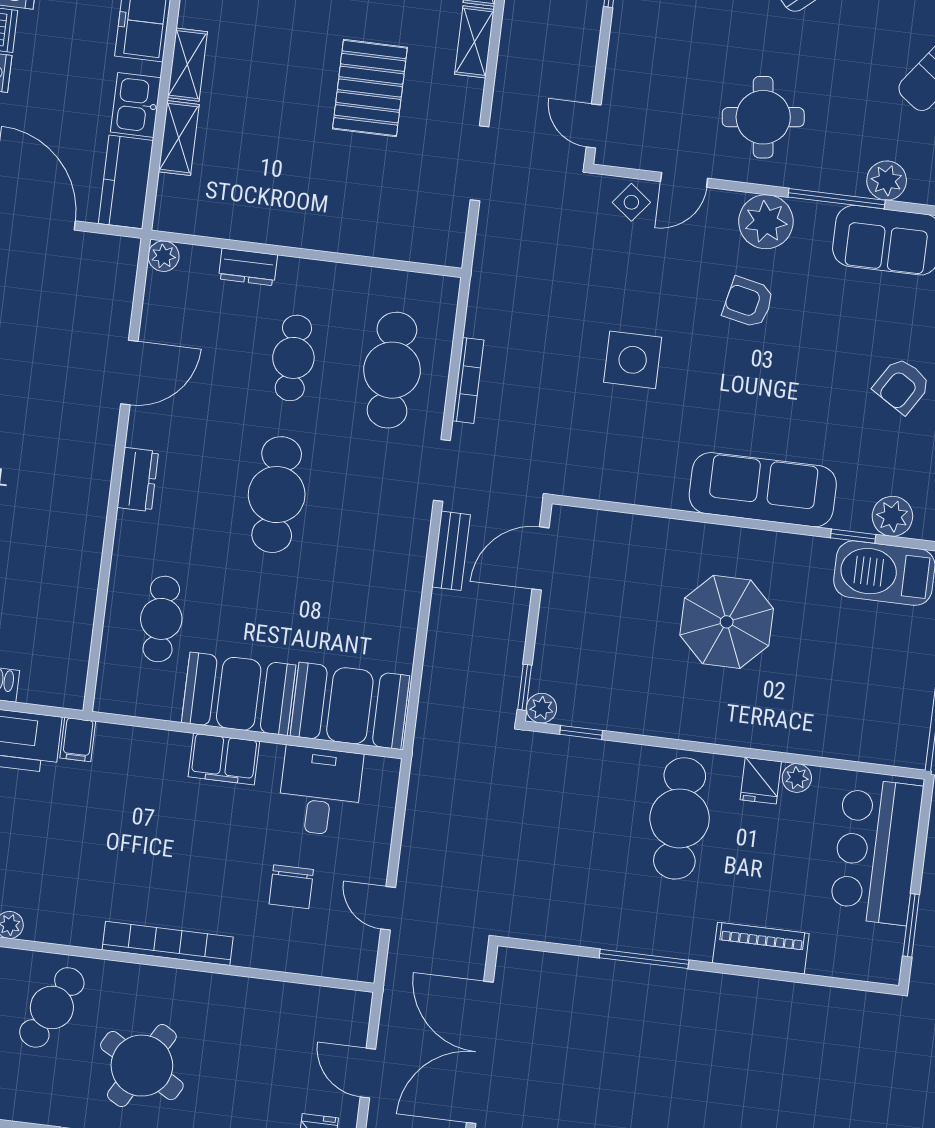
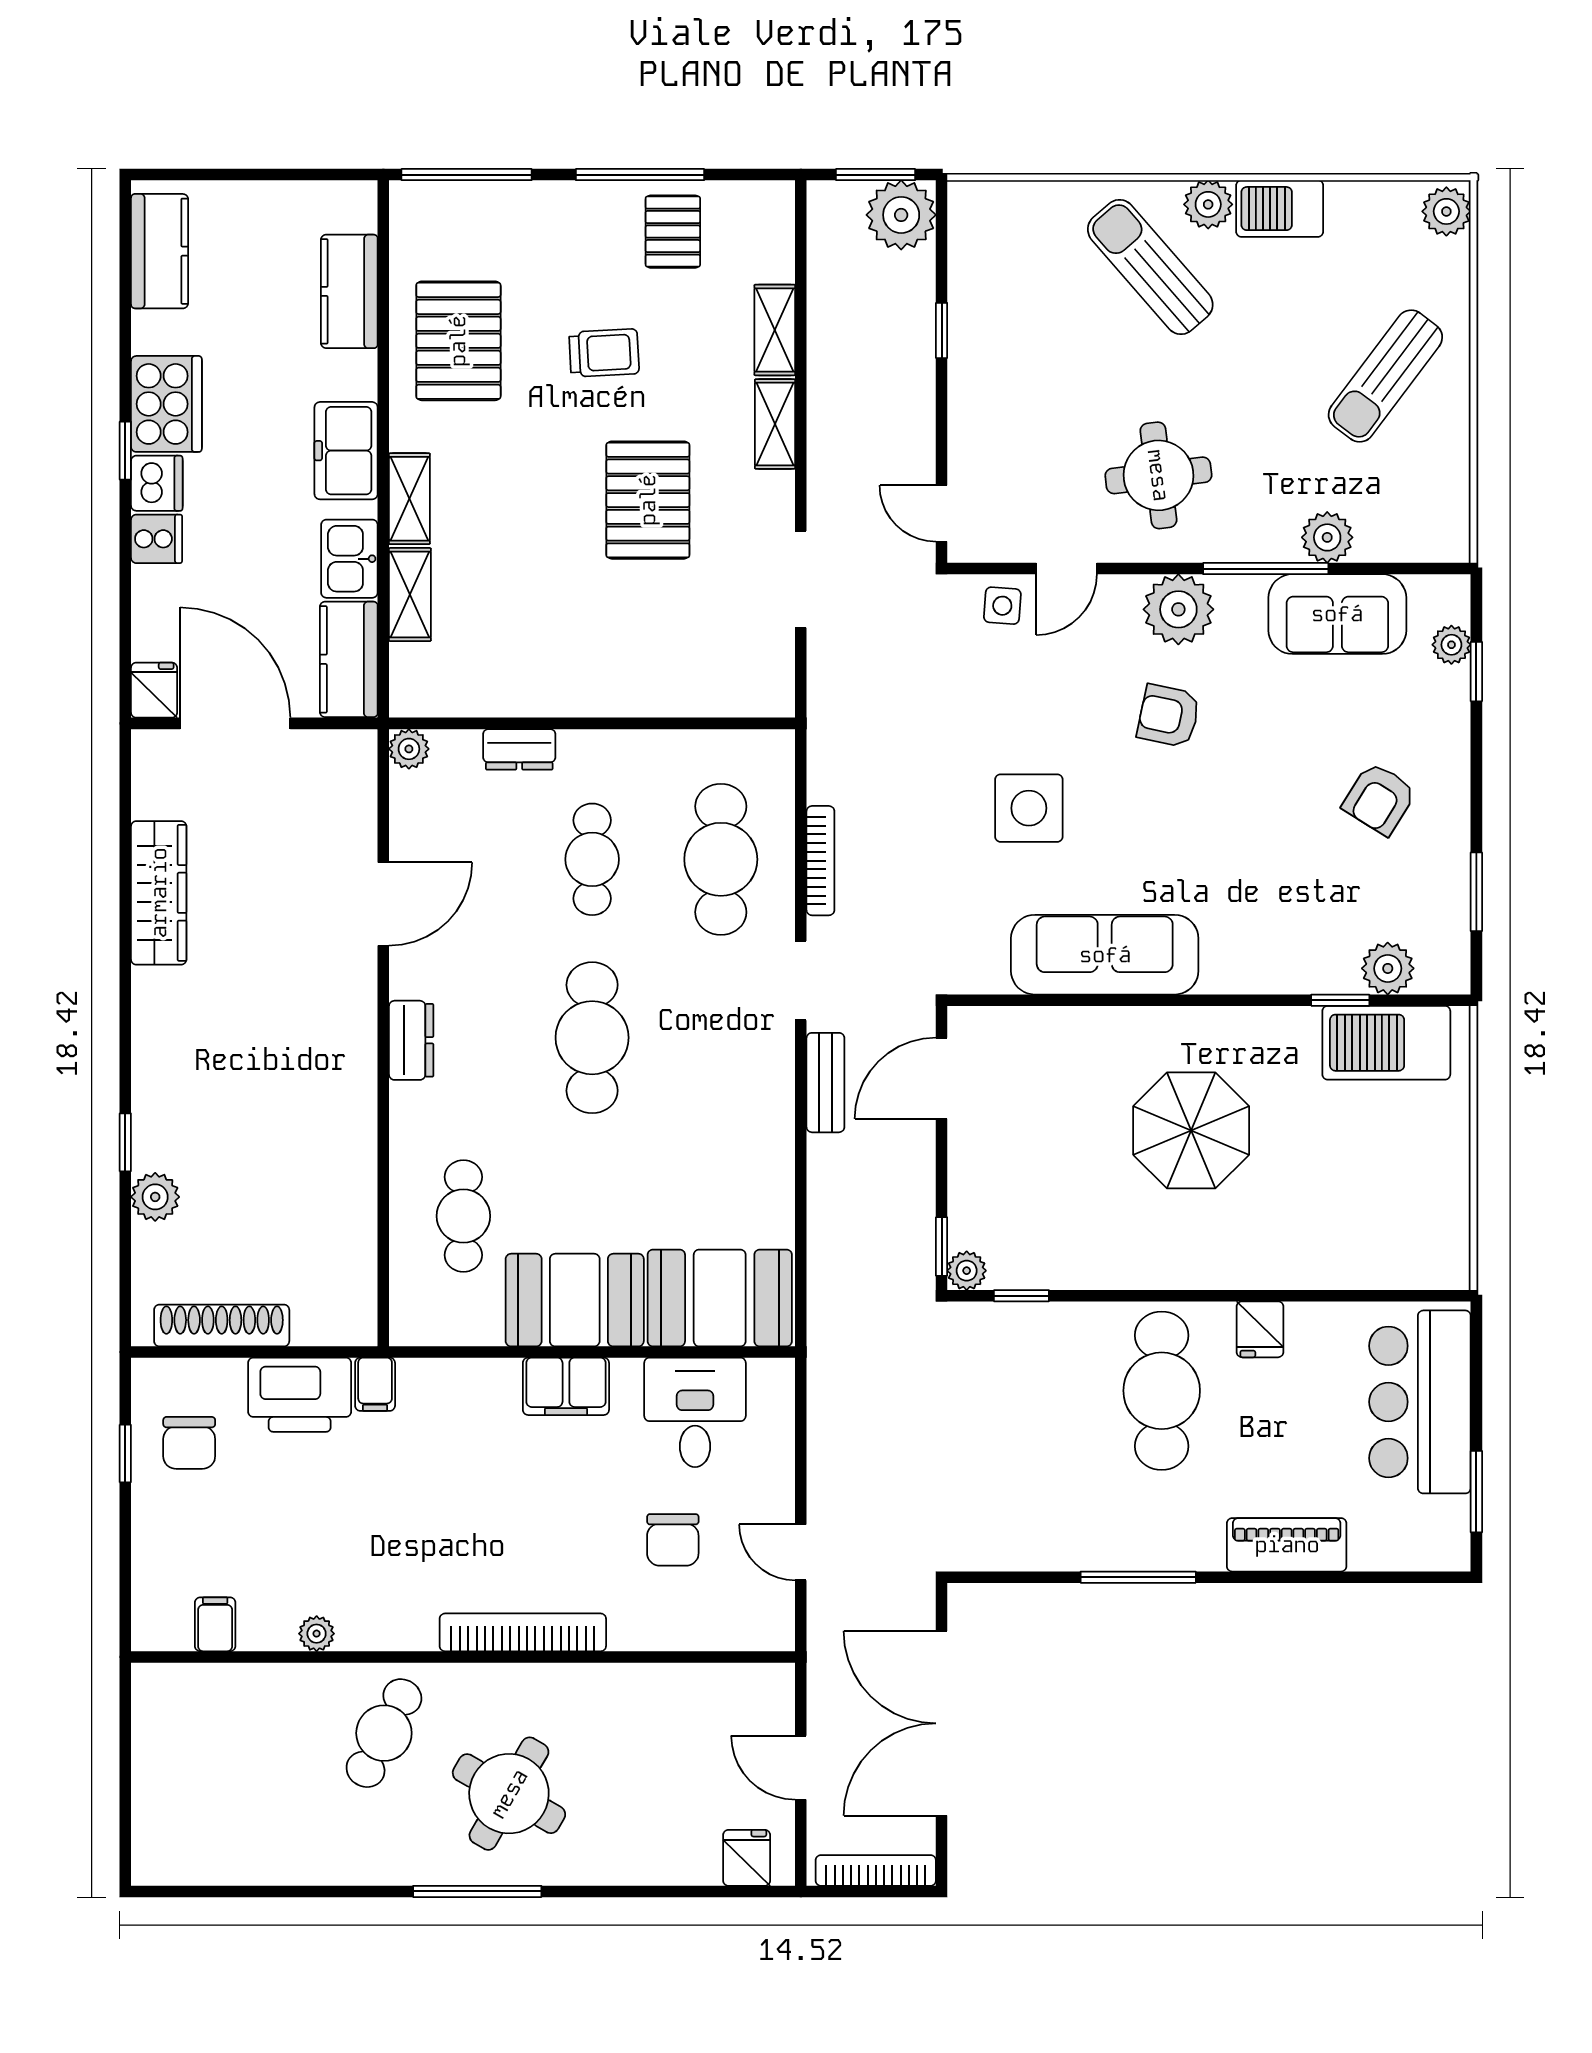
side table: (631, 202) -> (1002, 606), turned -34
sofa: (763, 490) -> (1105, 955), moved
plant: (797, 778) -> (1306, 1320), removed

